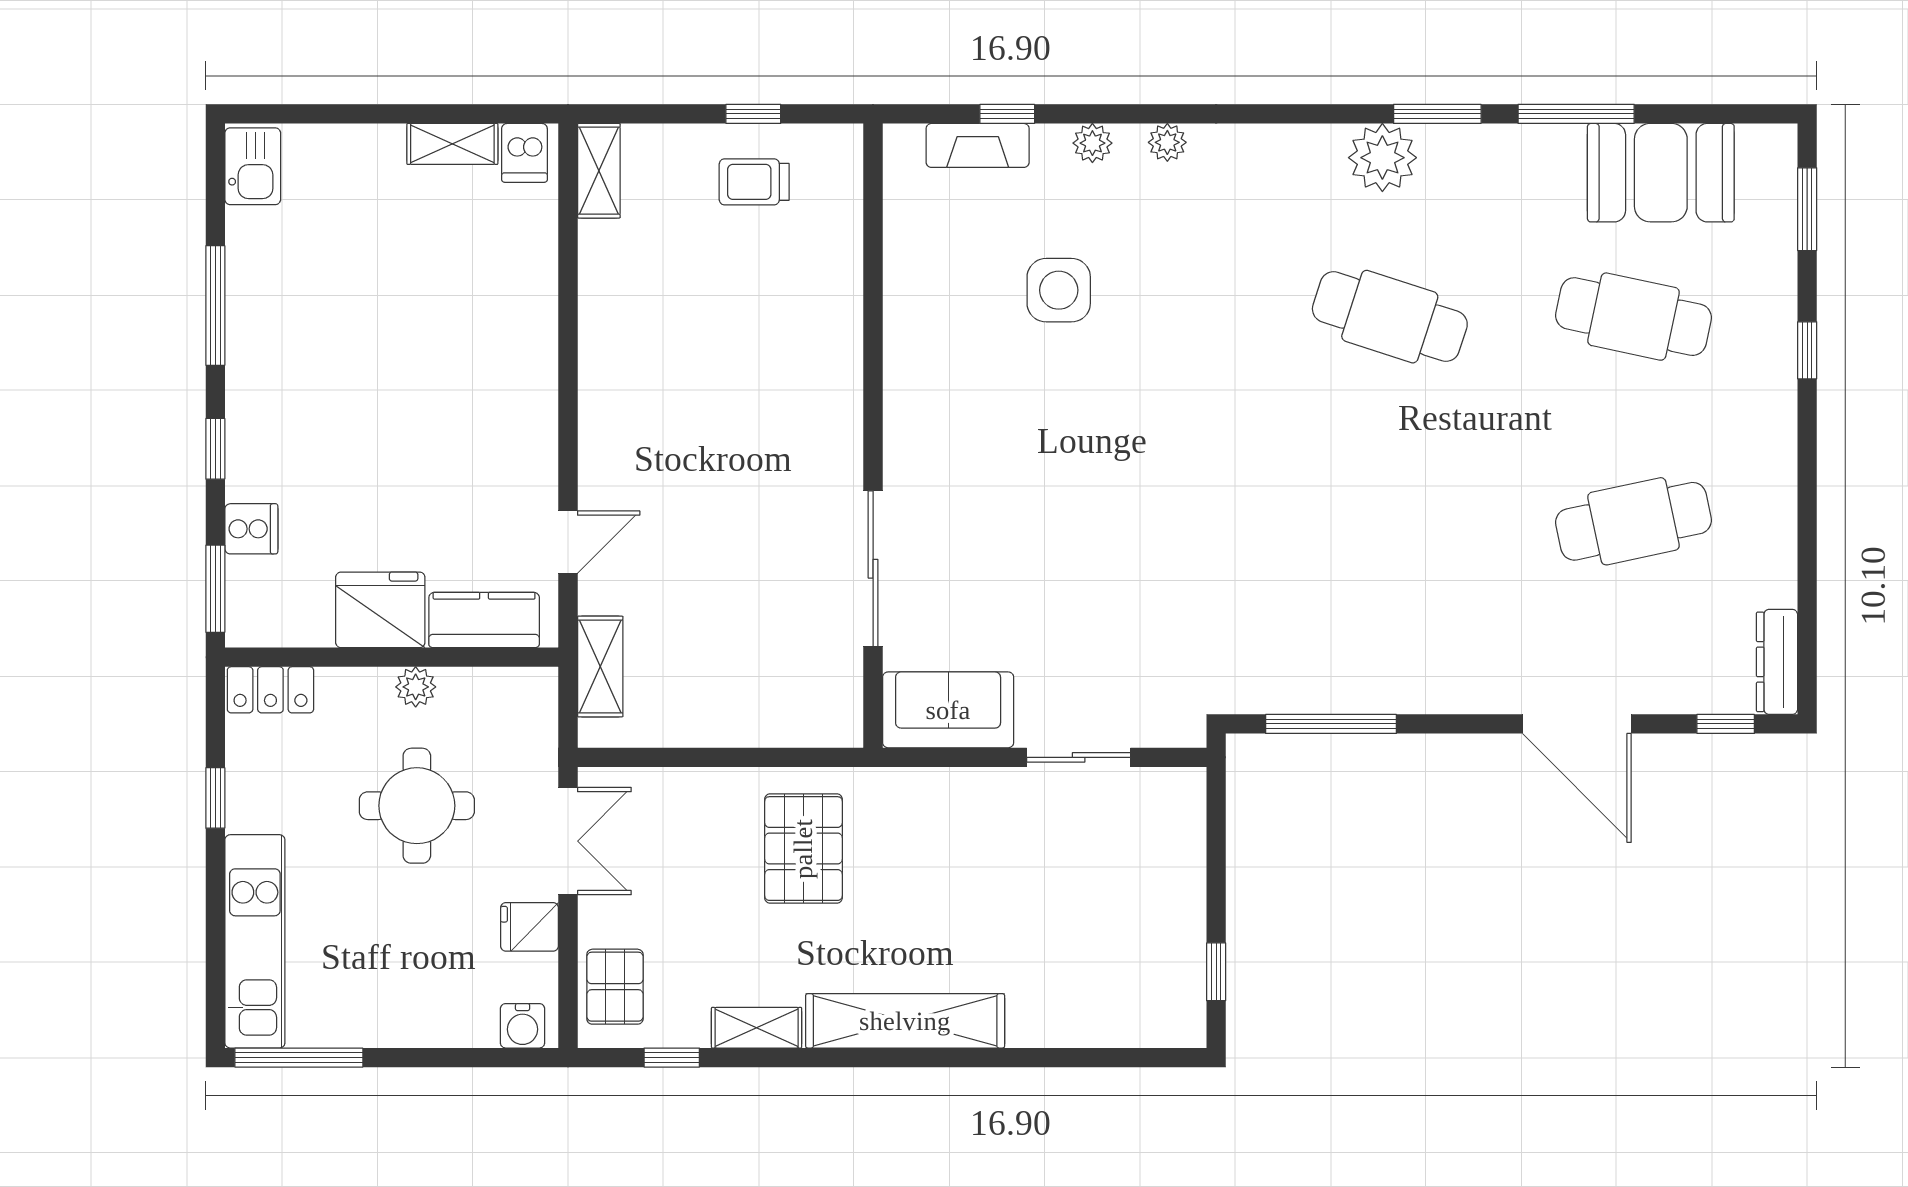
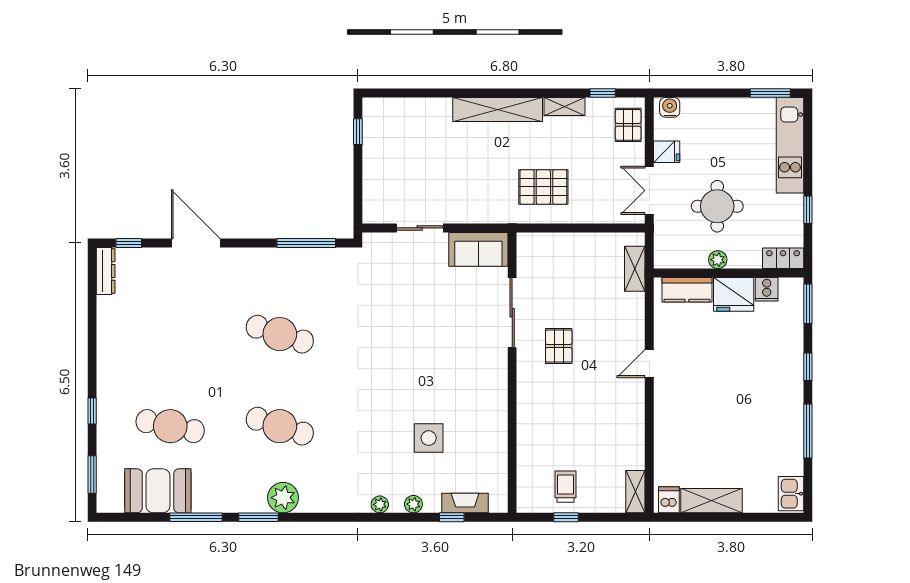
shelving: (452, 144) -> (711, 501), width x1.50, depth x1.33
trolley: (754, 182) -> (566, 487), turned -90
pallet: (769, 495) -> (559, 346), added
cafe table: (1633, 521) -> (280, 334), moved, turned 30
cooker: (251, 529) -> (767, 289), moved, turned -90
door: (568, 542) -> (649, 364), moved
pallet: (803, 849) -> (543, 187), turned 90
window: (299, 1058) -> (770, 93), width x0.69

